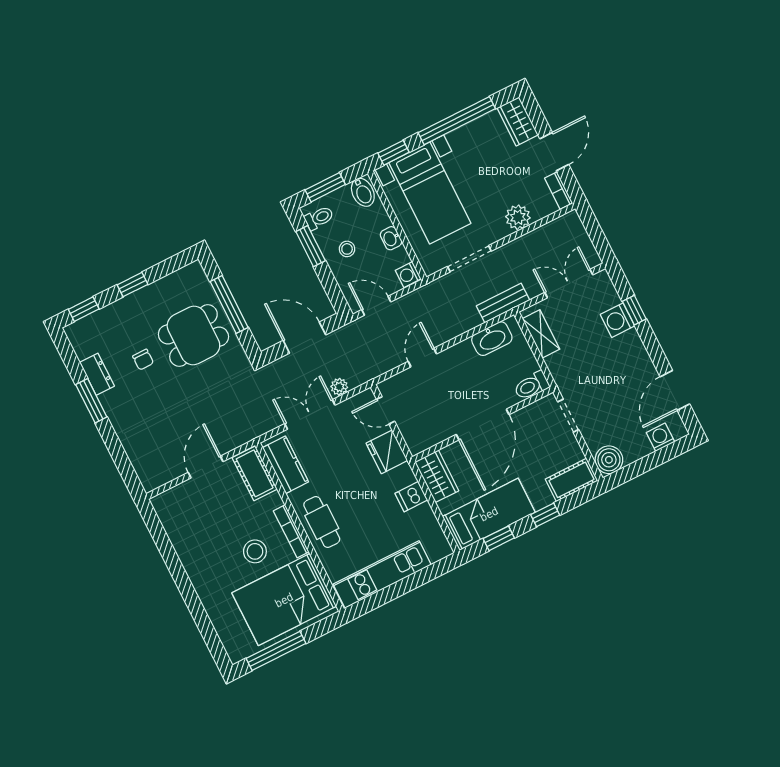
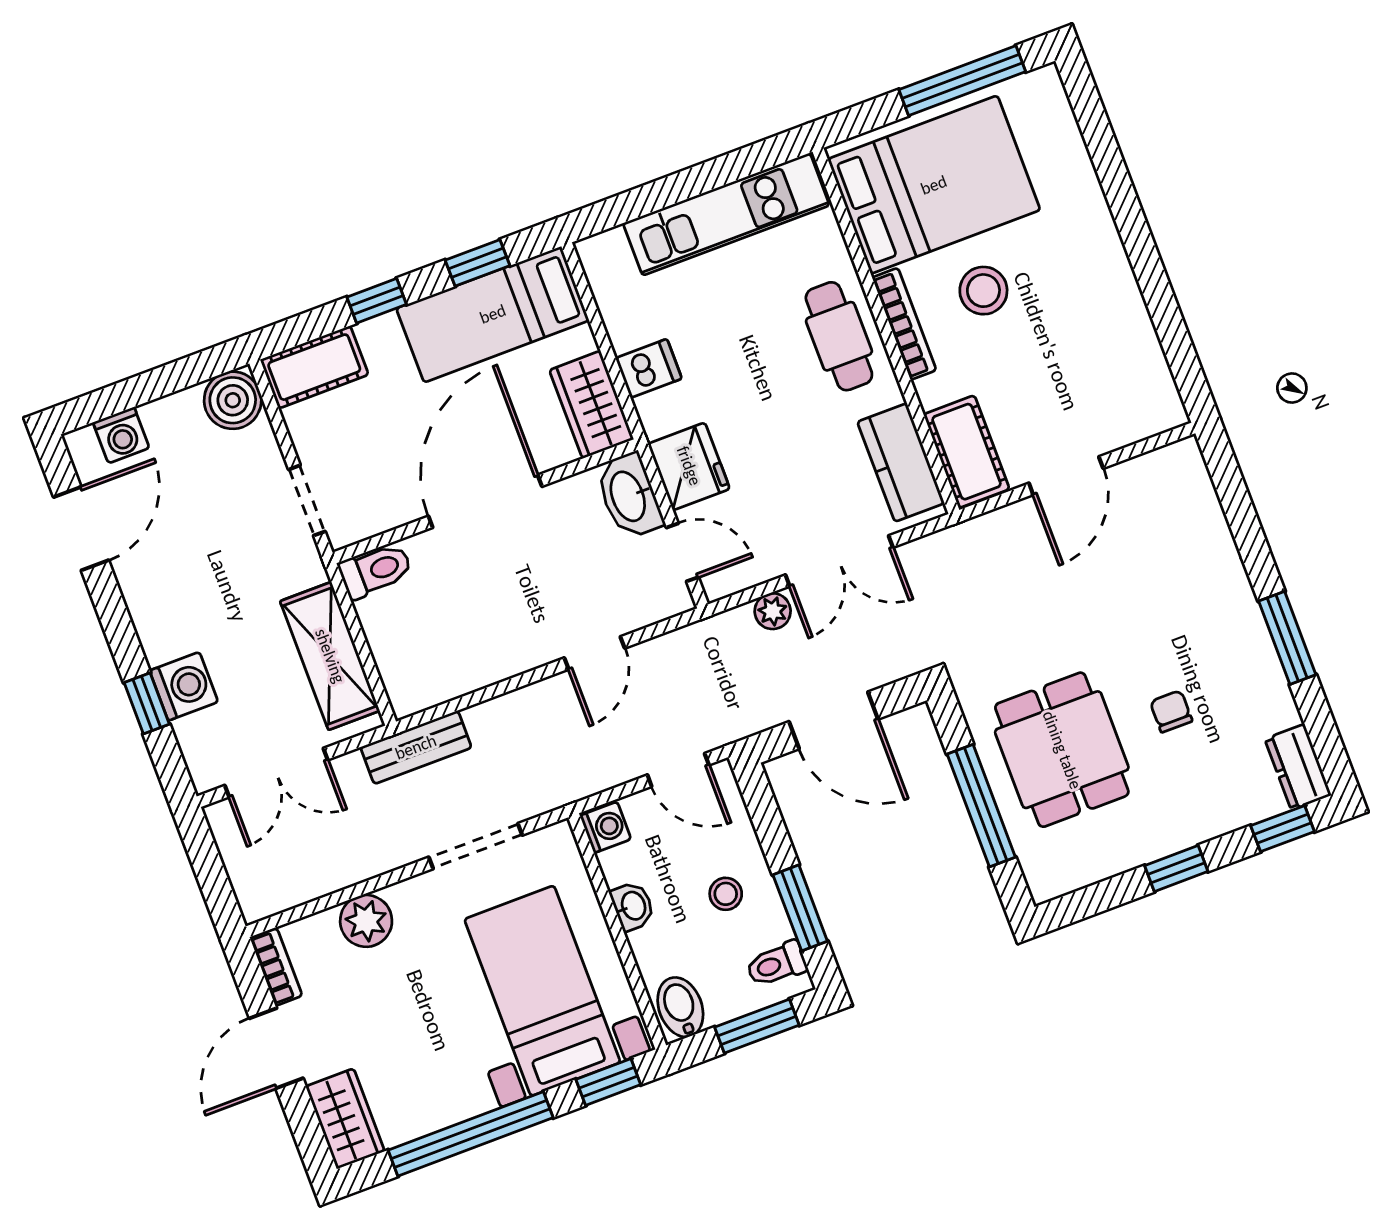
shelving: (541, 334) -> (330, 656), width x1.50, depth x1.33
dining table: (193, 336) -> (1062, 750), turned 90
washbasin: (492, 339) -> (629, 496), moved, turned -90
dresser: (97, 374) -> (1298, 767), moved

